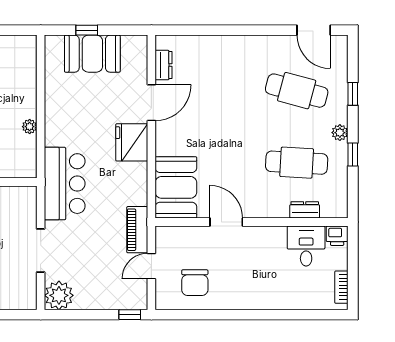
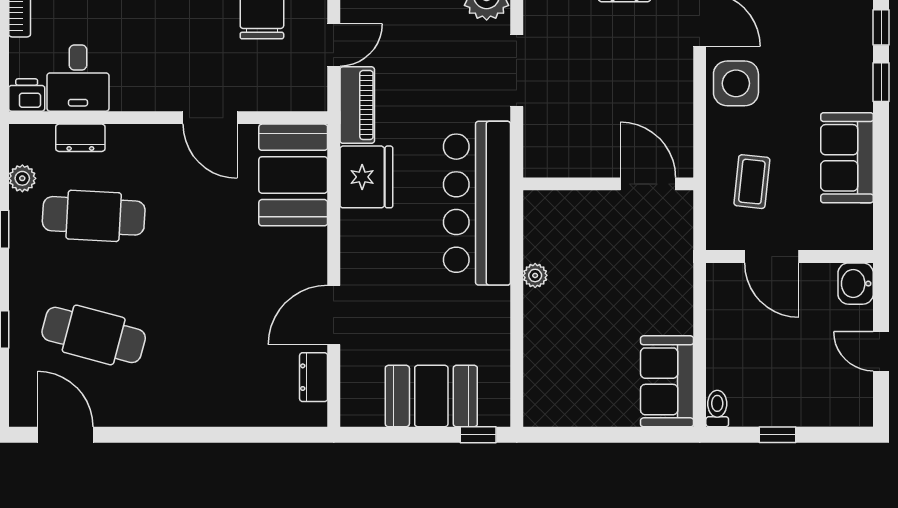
window: (87, 30) -> (478, 435), moved
plant: (340, 133) -> (22, 178), moved
fridge: (132, 142) -> (366, 177), moved
bar counter: (65, 184) -> (477, 203), width x1.36

